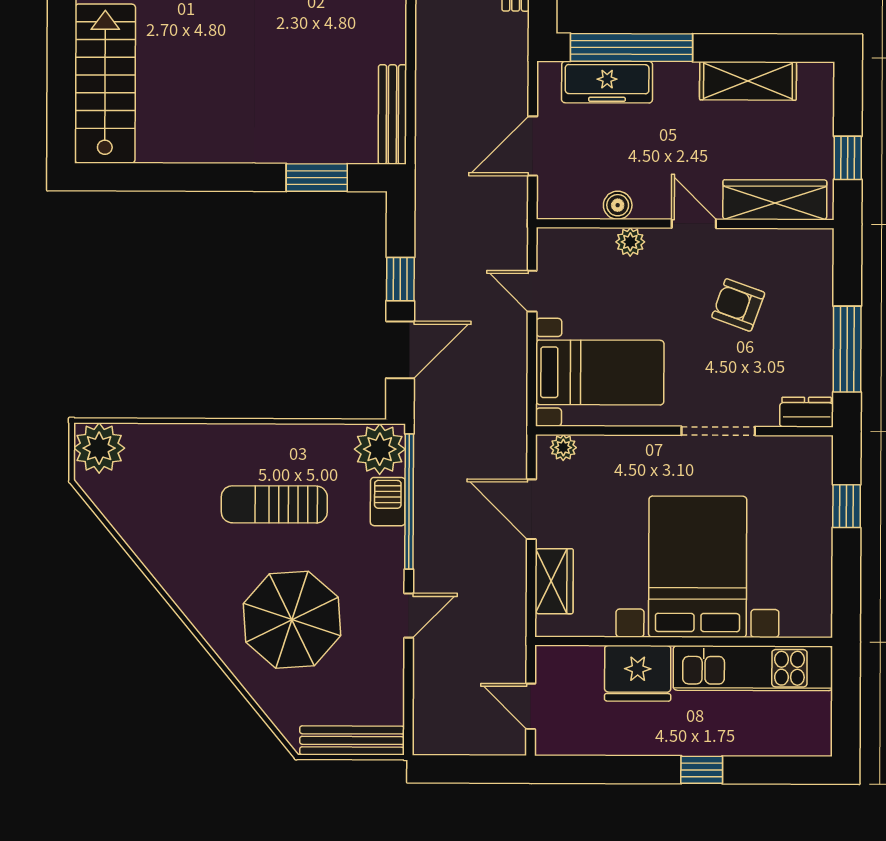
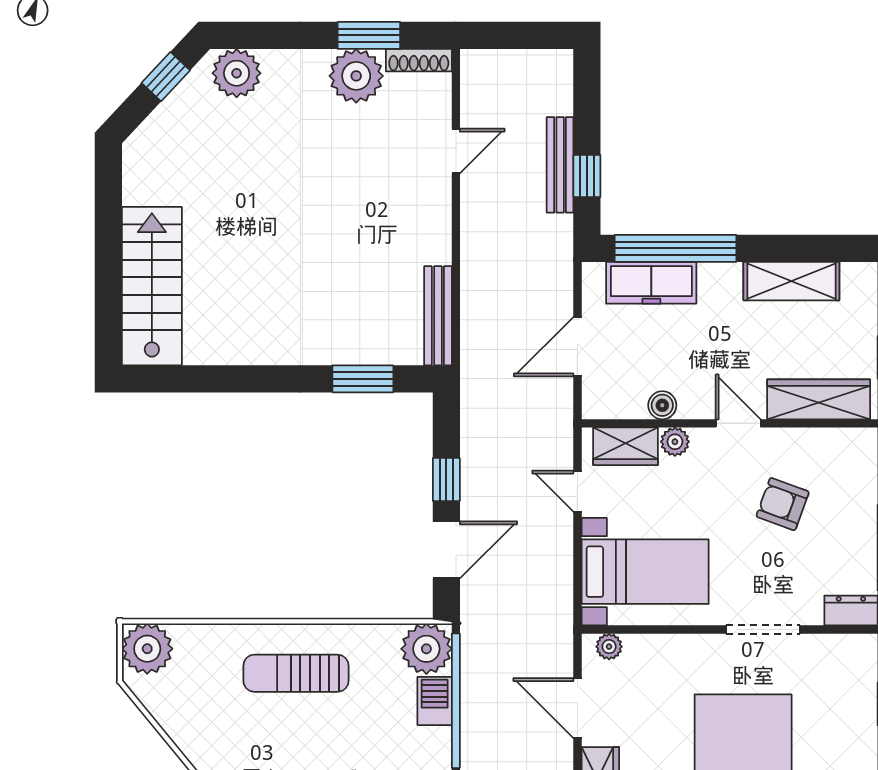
wardrobe: (581, 246) -> (626, 446), added
sun lounger: (274, 504) -> (296, 673), moved

